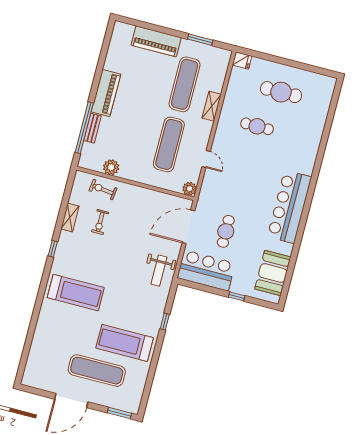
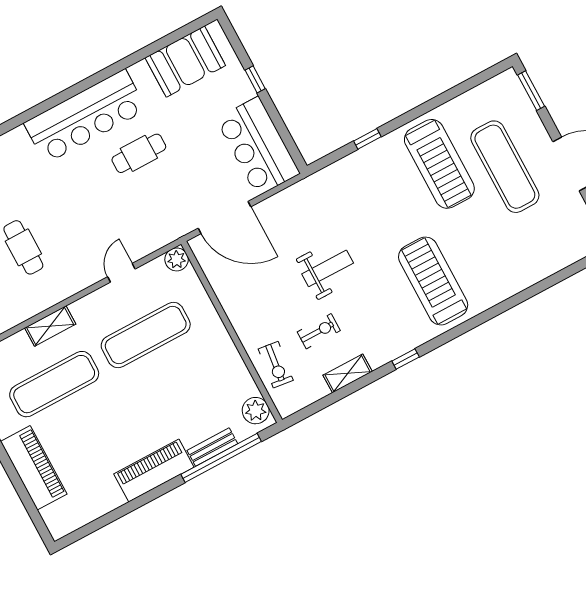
plant: (111, 167) -> (256, 411), moved
cafe table: (226, 231) -> (139, 153), moved
weight bench: (159, 271) -> (328, 268), moved

